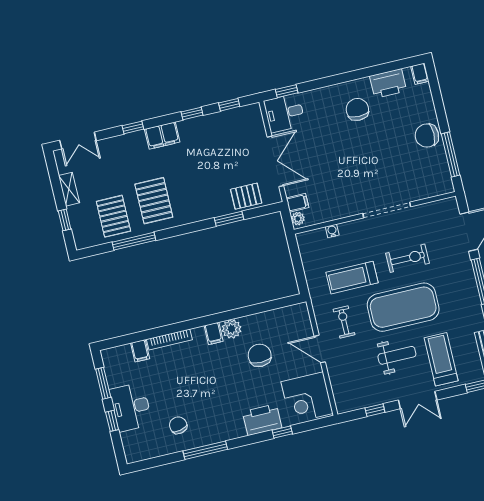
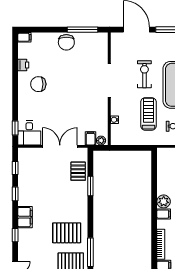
printer: (388, 84) -> (23, 65), width x0.53, depth x0.68
treadmill: (352, 278) -> (148, 114), turned 180

